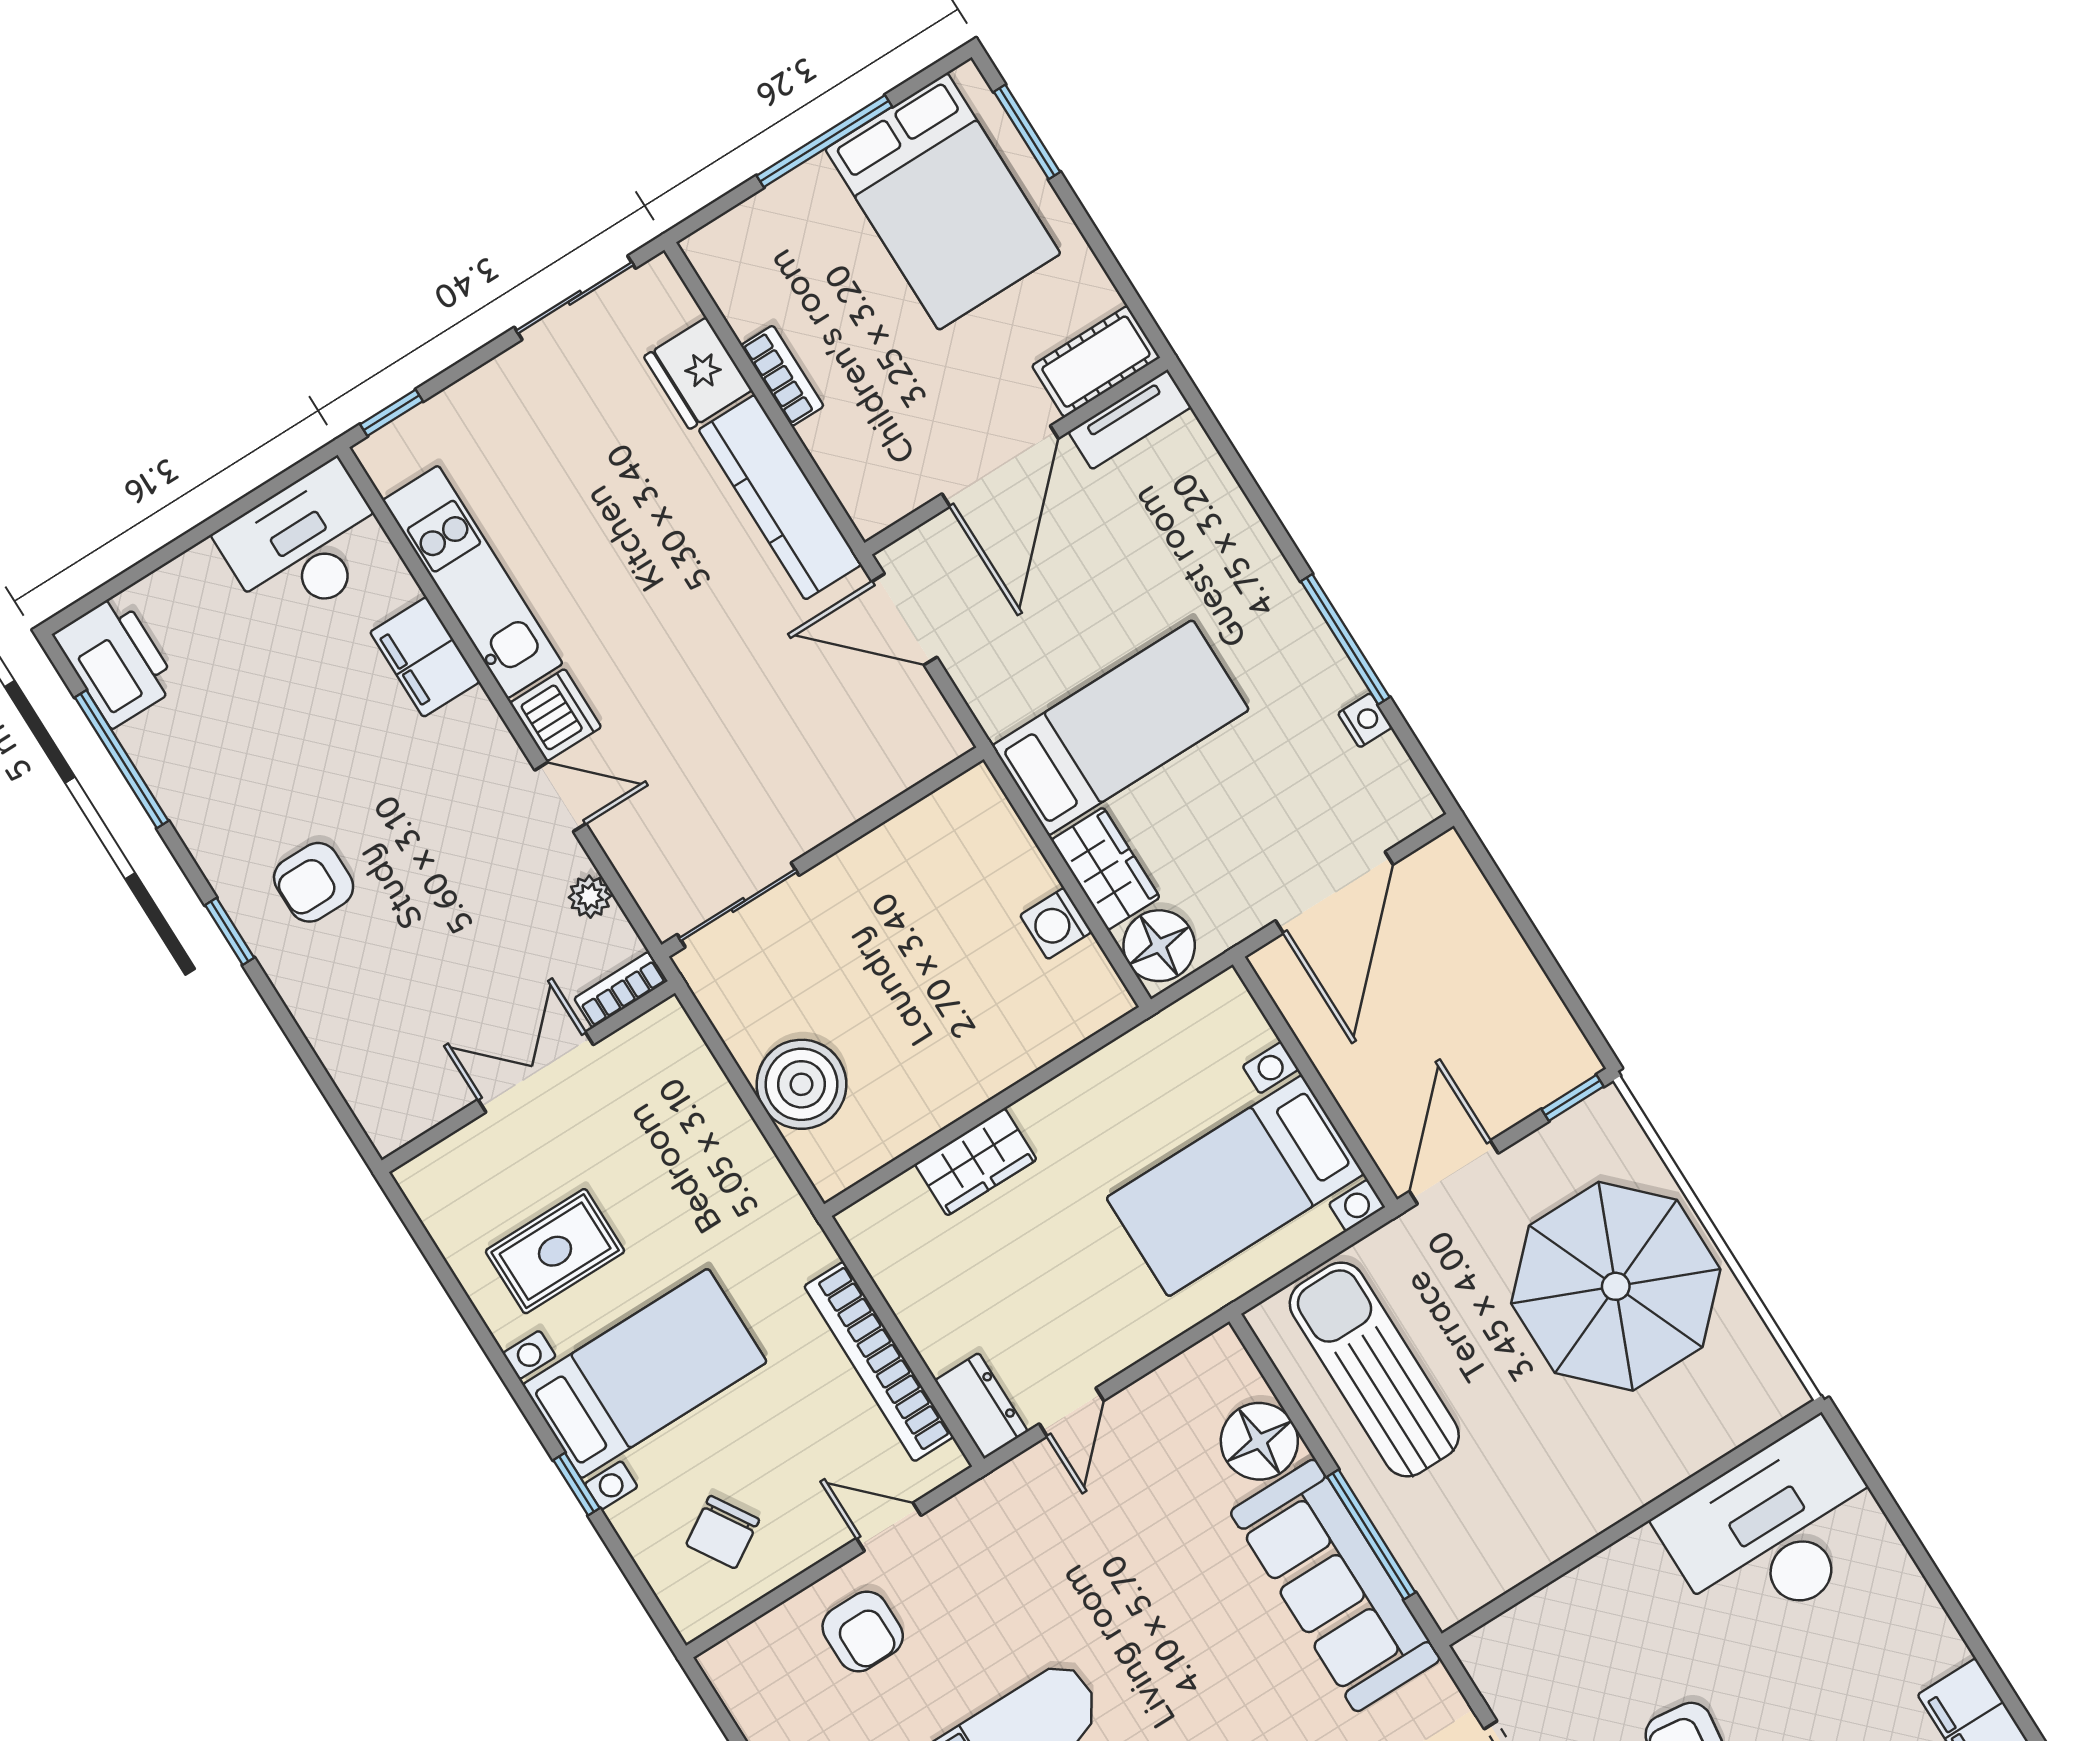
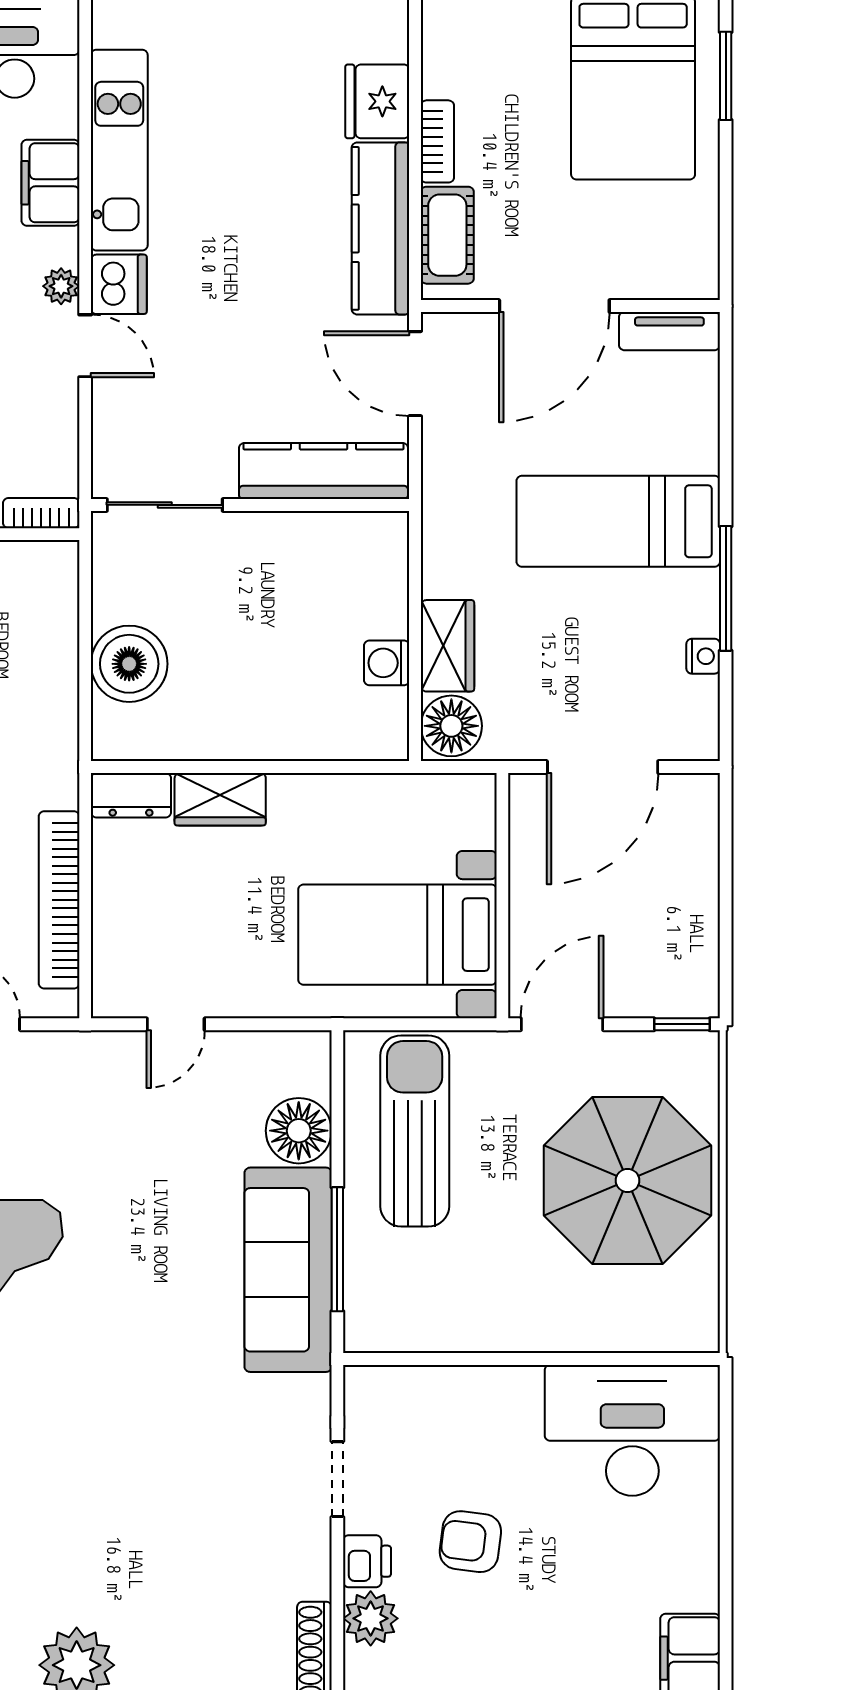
cot: (1096, 362) -> (447, 235), moved, turned 90
bed: (1120, 728) -> (618, 521), moved, turned 180
kitchen counter: (874, 773) -> (323, 471), added
plant: (590, 897) -> (61, 286), moved
dresser: (981, 1406) -> (131, 795), moved, turned 90

